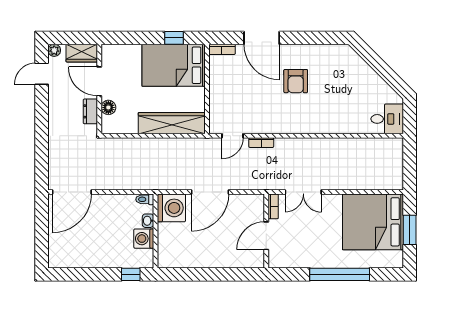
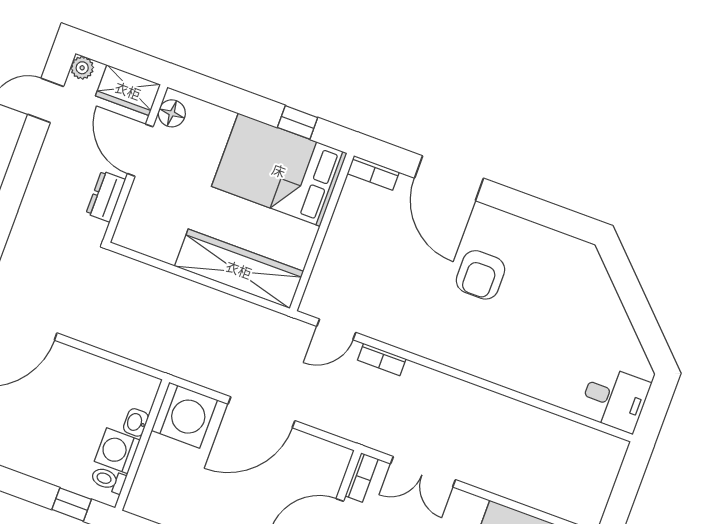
floor lamp: (108, 107) -> (172, 113), moved
toilet: (145, 199) -> (108, 480), moved

